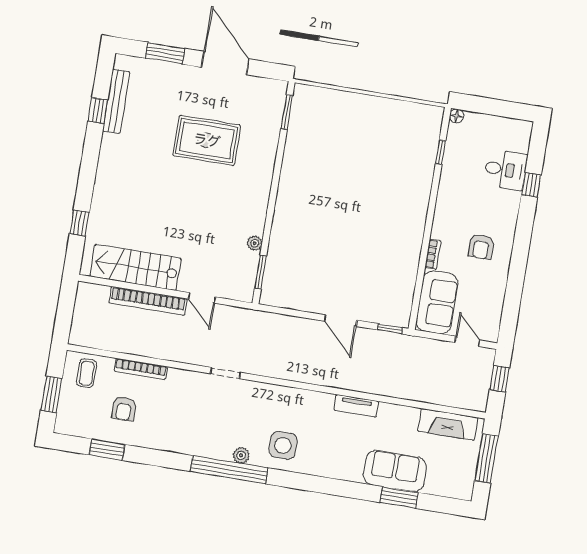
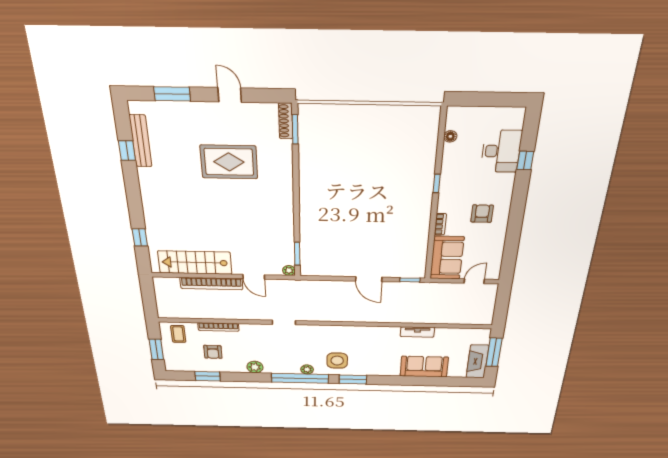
door: (225, 63) -> (230, 95), width x0.53
shoe rack: (278, 101) -> (286, 121), added
floor lamp: (457, 116) -> (450, 136), moved
window: (441, 152) -> (437, 183), moved
desk: (506, 170) -> (501, 151), width x1.37
plant: (255, 243) -> (289, 270), moved
armchair: (481, 247) -> (482, 214), turned 180
door: (467, 341) -> (474, 281), hinge flipped
window: (500, 379) -> (502, 303), removed
tv unit: (356, 406) -> (417, 332), moved
fireplace: (448, 424) -> (477, 361), moved, turned 90
plant: (173, 442) -> (255, 367), added
window: (399, 498) -> (353, 379), moved

